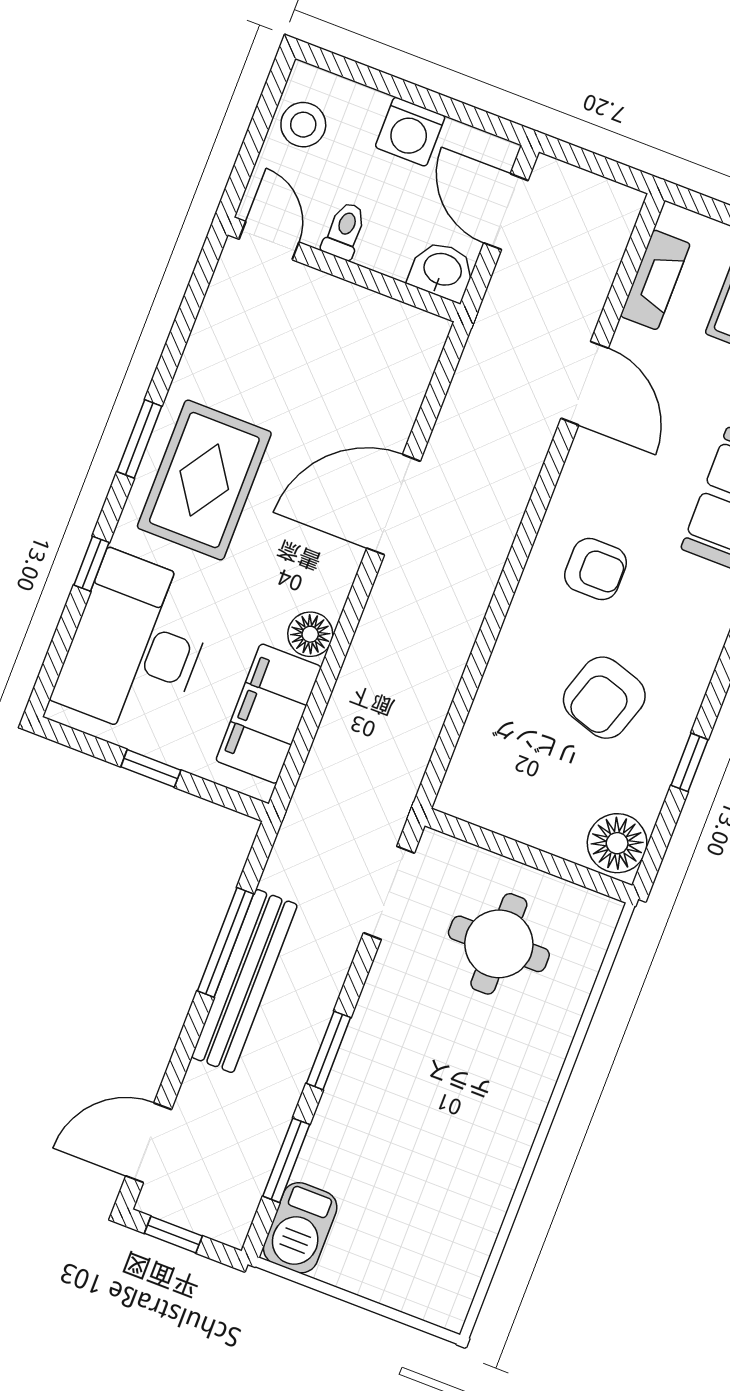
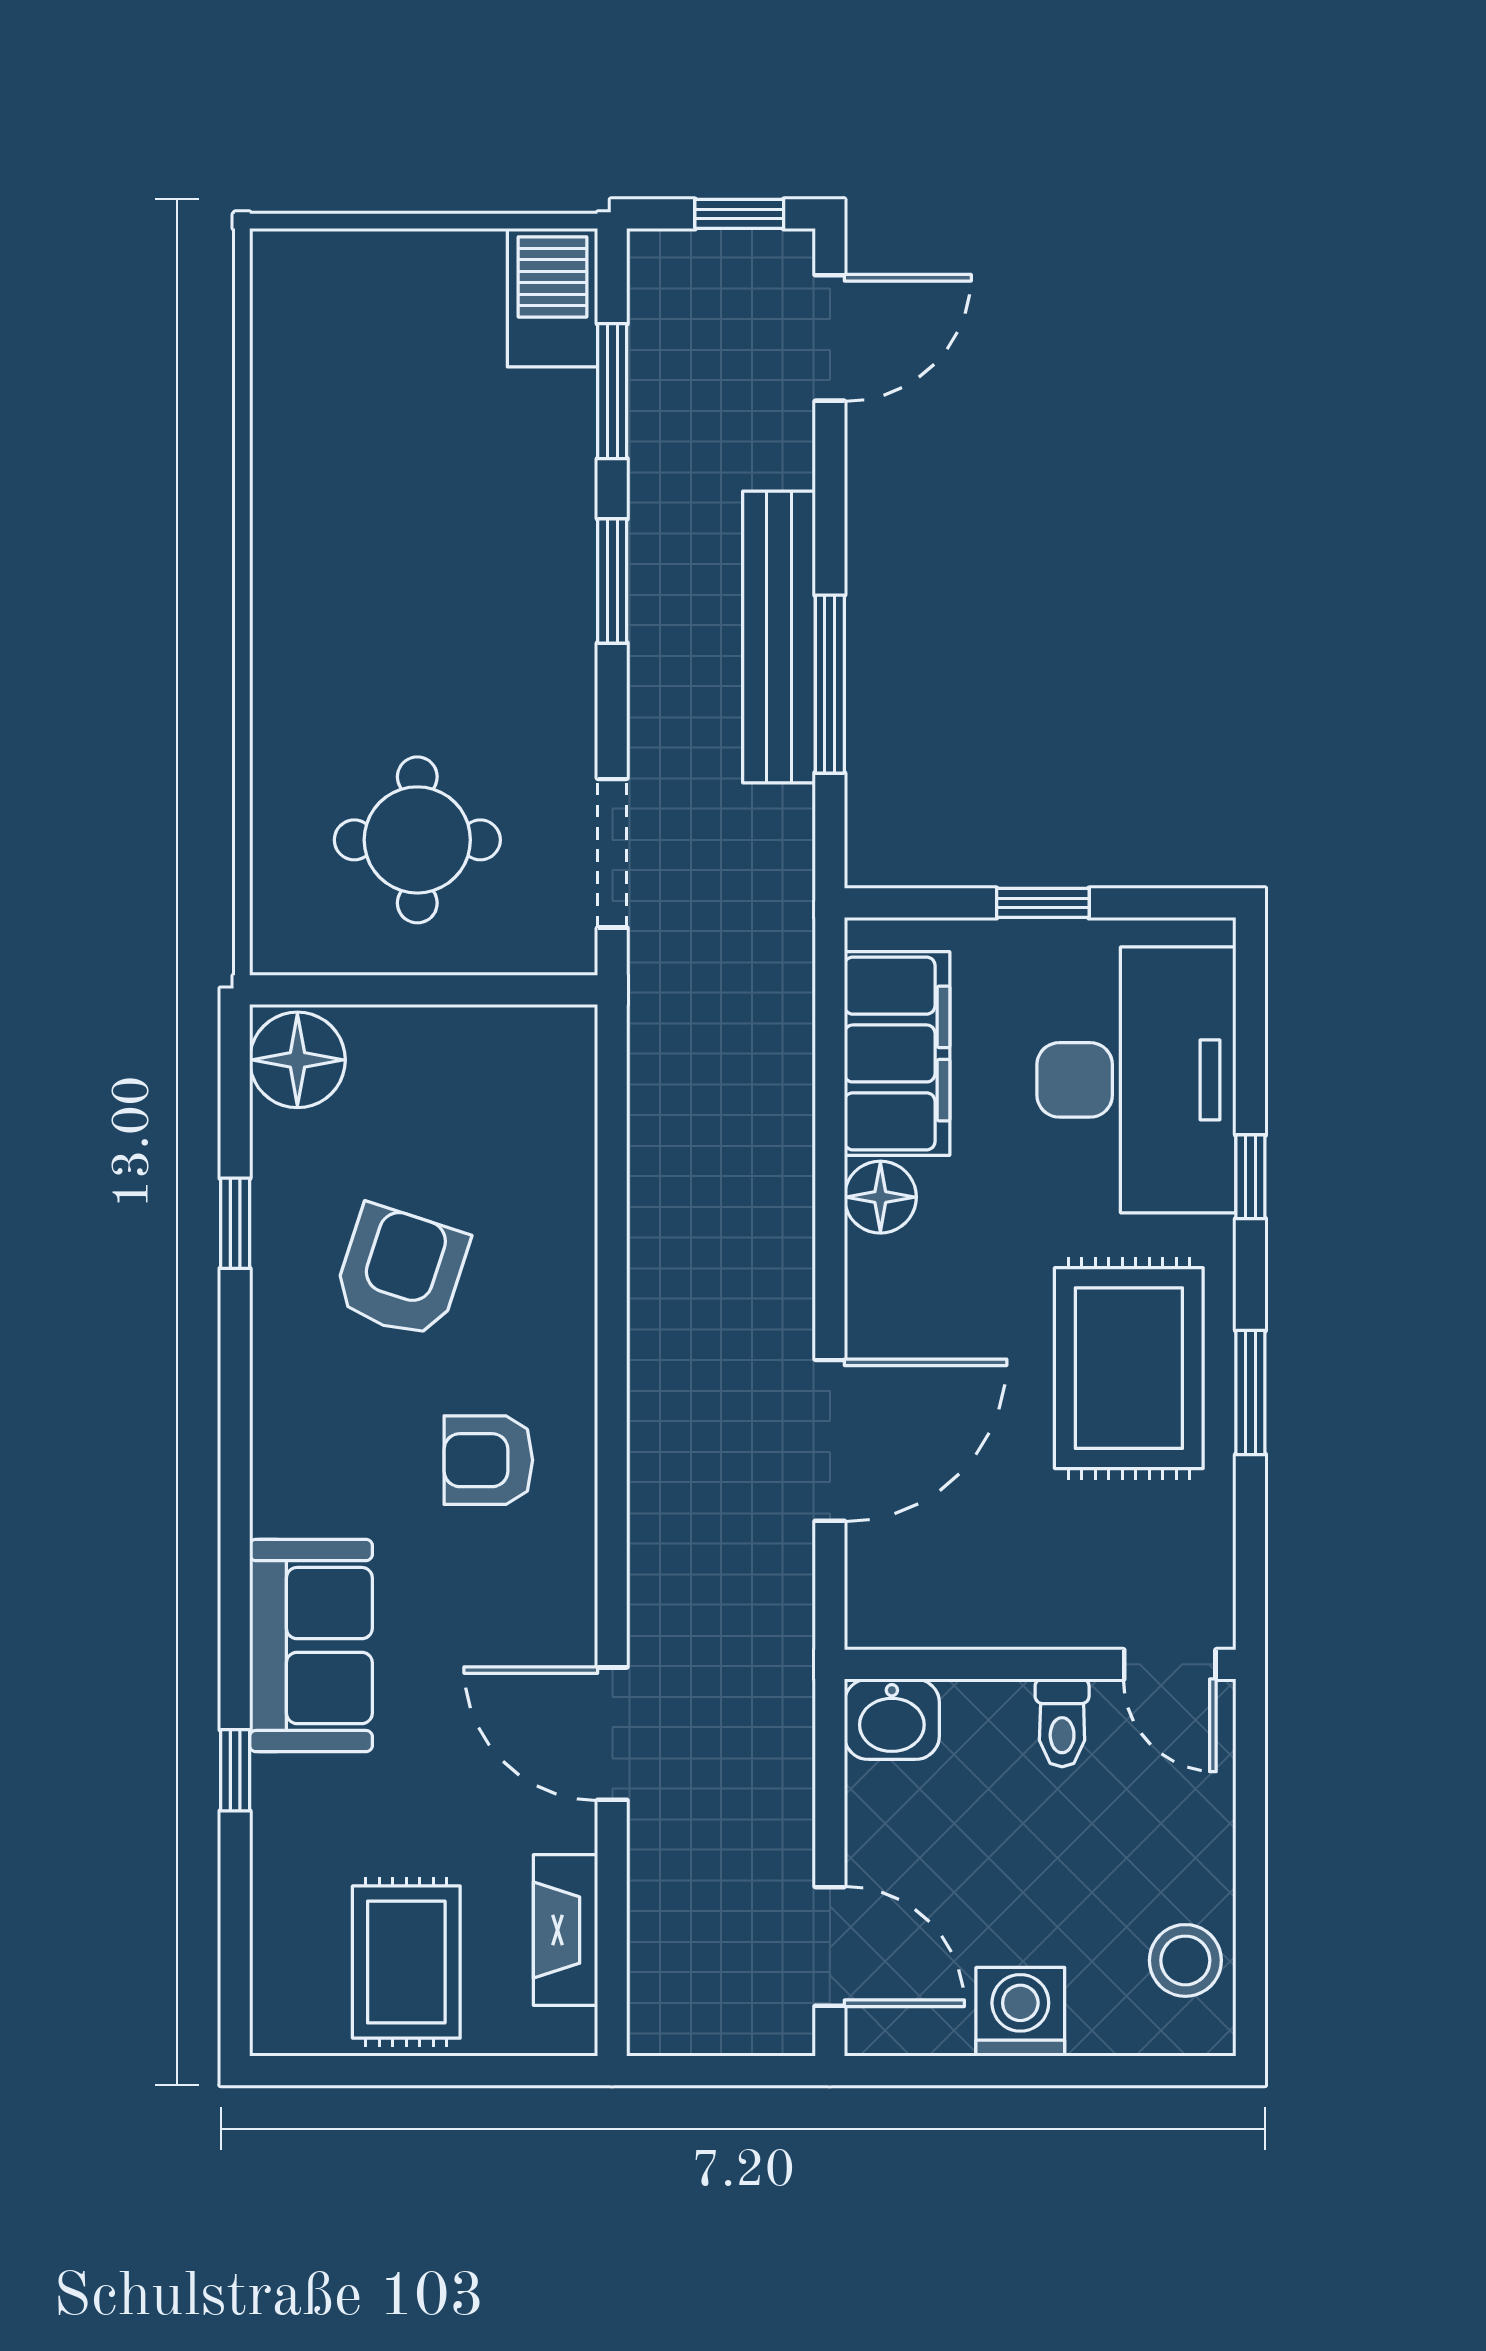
toilet: (344, 231) -> (1062, 1723), moved
door: (269, 241) -> (1170, 1664), moved
wall: (344, 269) -> (1040, 1664), moved
washbasin: (442, 271) -> (892, 1719), moved

